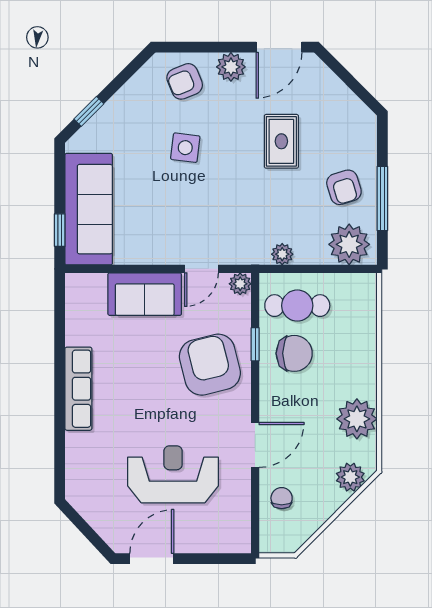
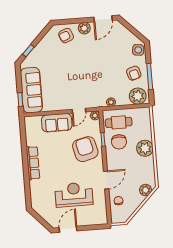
rug: (281, 141) -> (107, 57), removed
side table: (185, 148) -> (138, 50), moved
chair: (294, 353) -> (119, 142), turned 90
plant: (357, 419) -> (145, 148), moved

